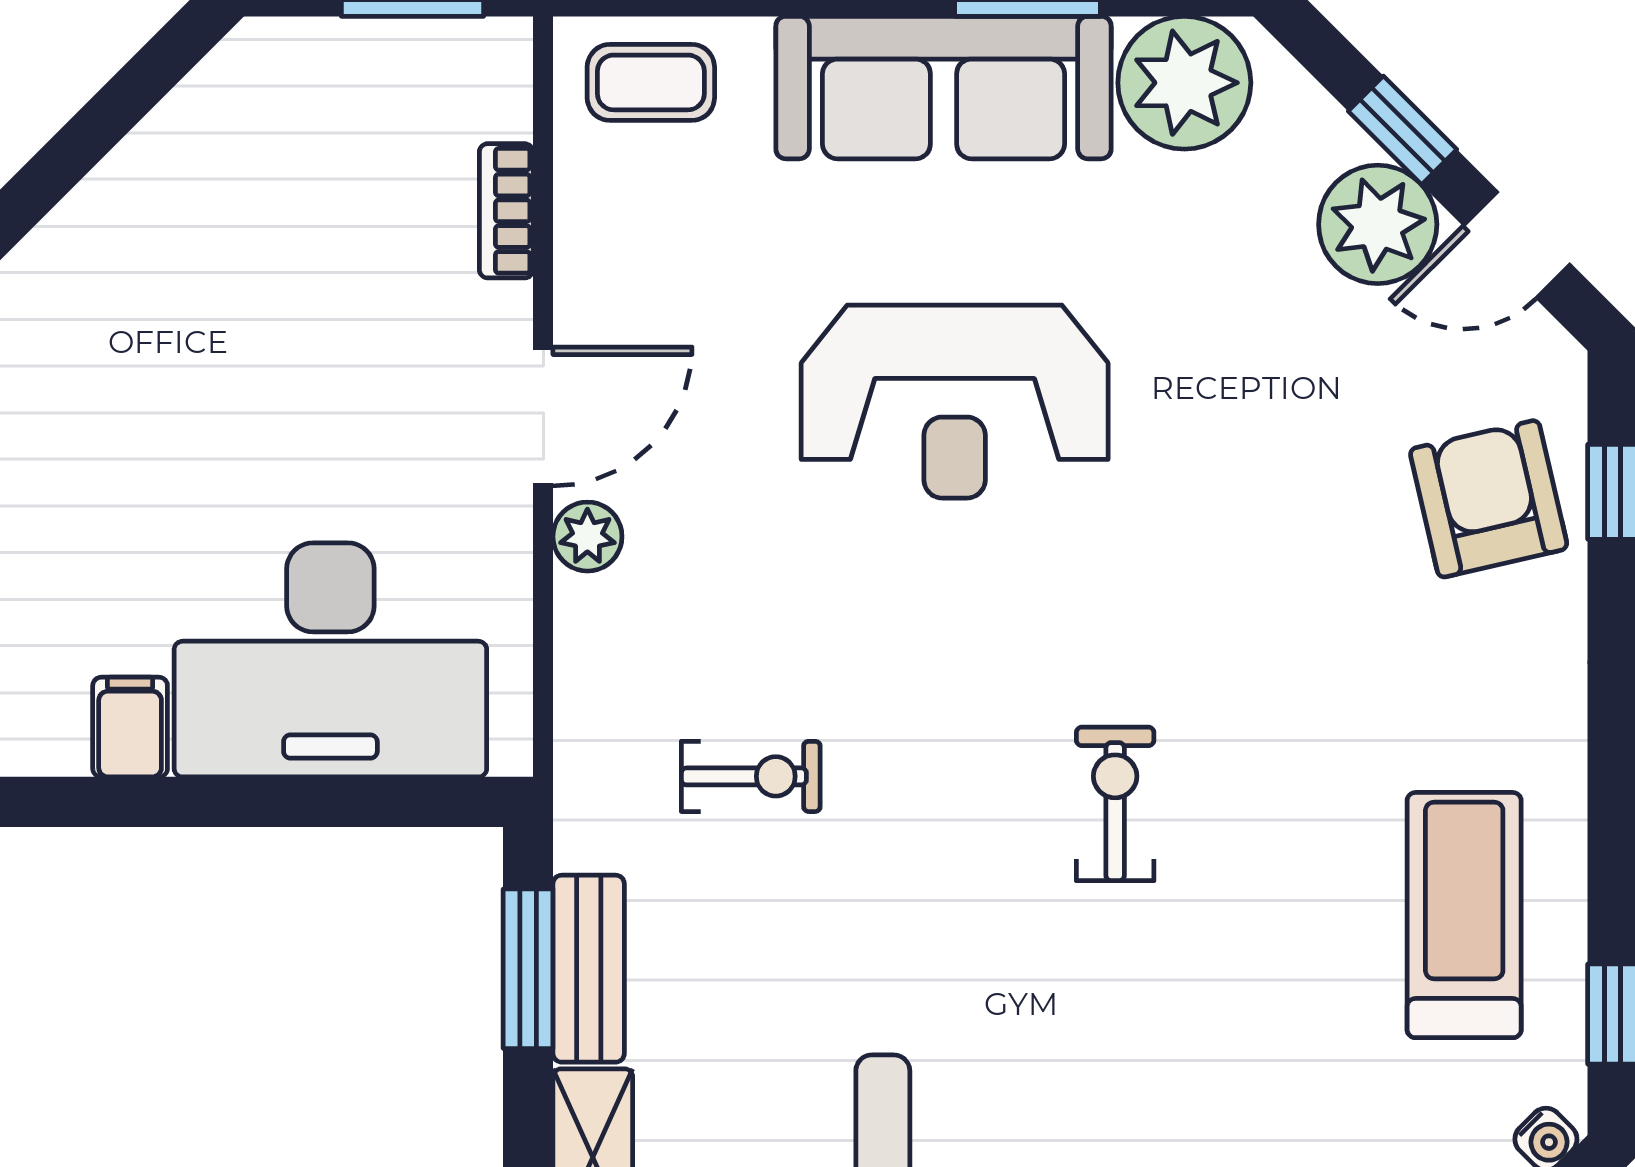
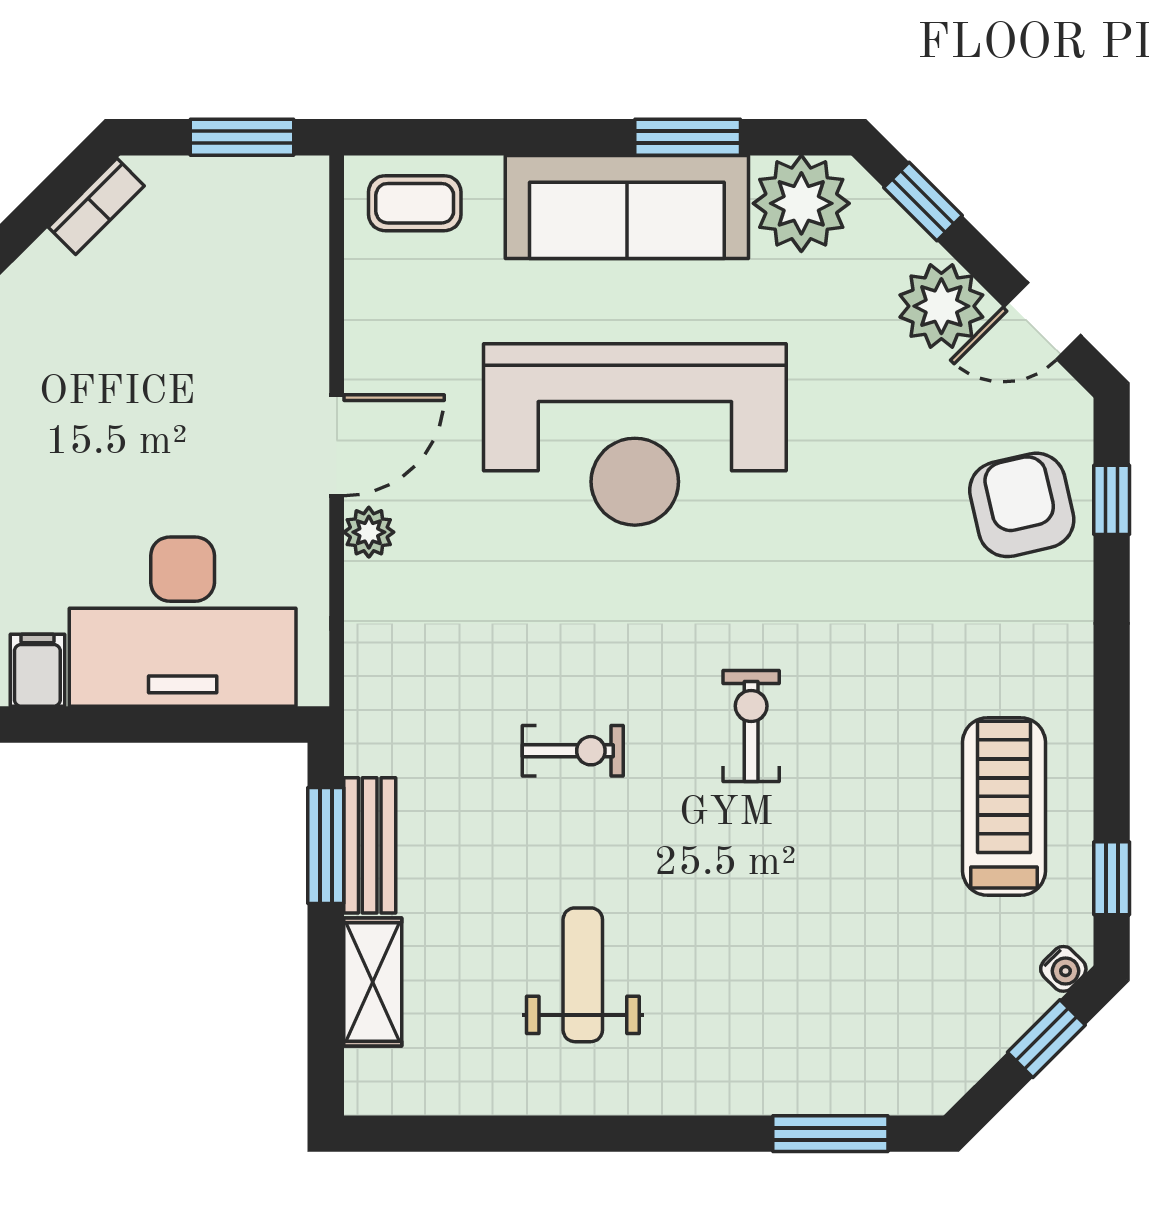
window: (1402, 130) -> (923, 202), moved
bookcase: (506, 211) -> (96, 206), moved, turned -135
reception desk: (955, 402) -> (635, 434), width x1.36, depth x1.30
exercise bike: (751, 776) -> (573, 751), moved

